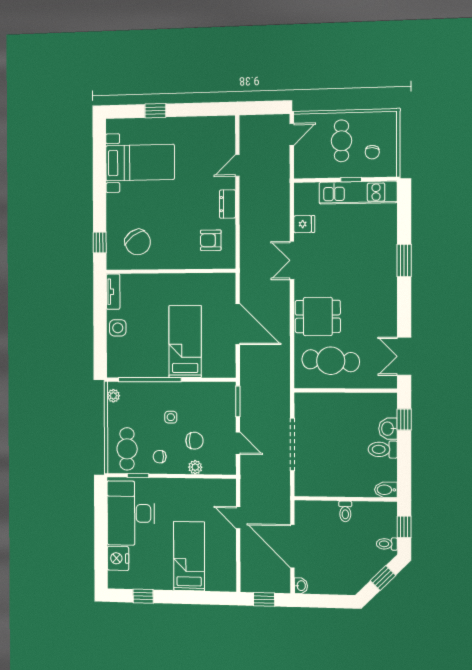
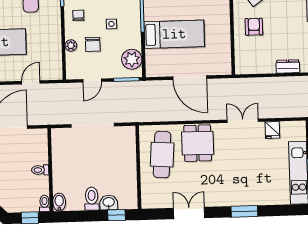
armchair: (211, 240) -> (254, 27), moved
door: (238, 324) -> (190, 78), hinge flipped
double door: (404, 356) -> (189, 213), moved
plant: (214, 394) -> (132, 59), added
toilet: (387, 544) -> (45, 203), moved

